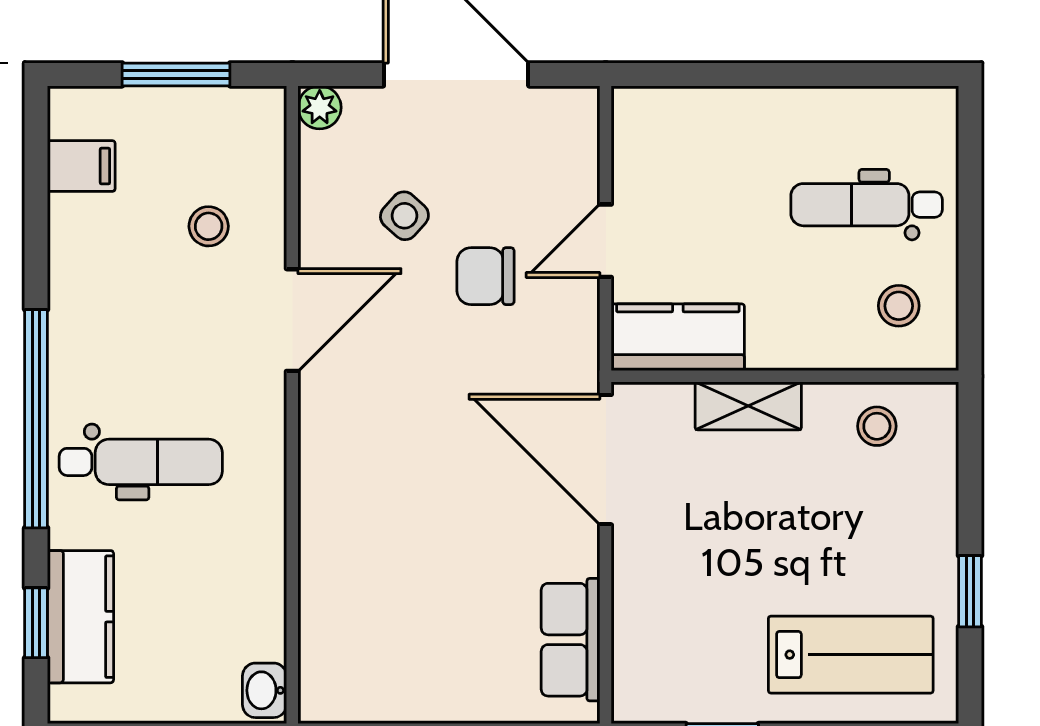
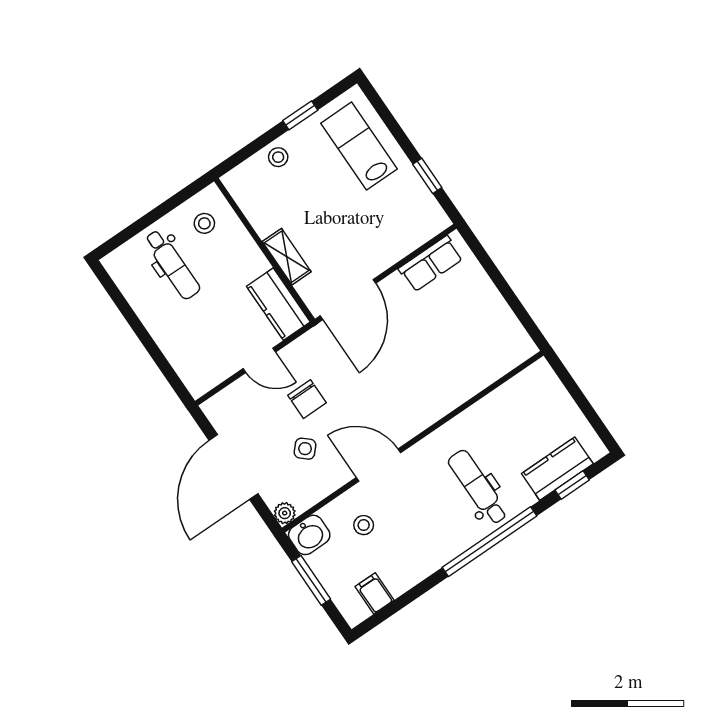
stool: (877, 426) -> (278, 157), moved
washbasin: (265, 690) -> (309, 535), moved, width x1.38, depth x1.45

